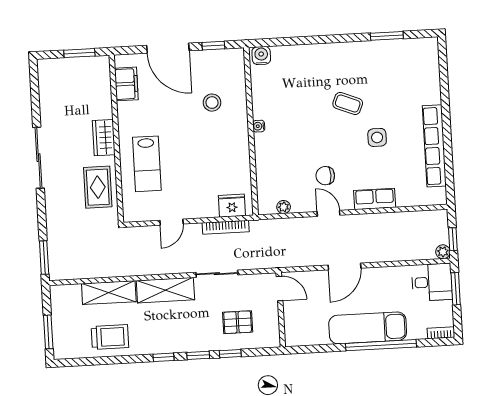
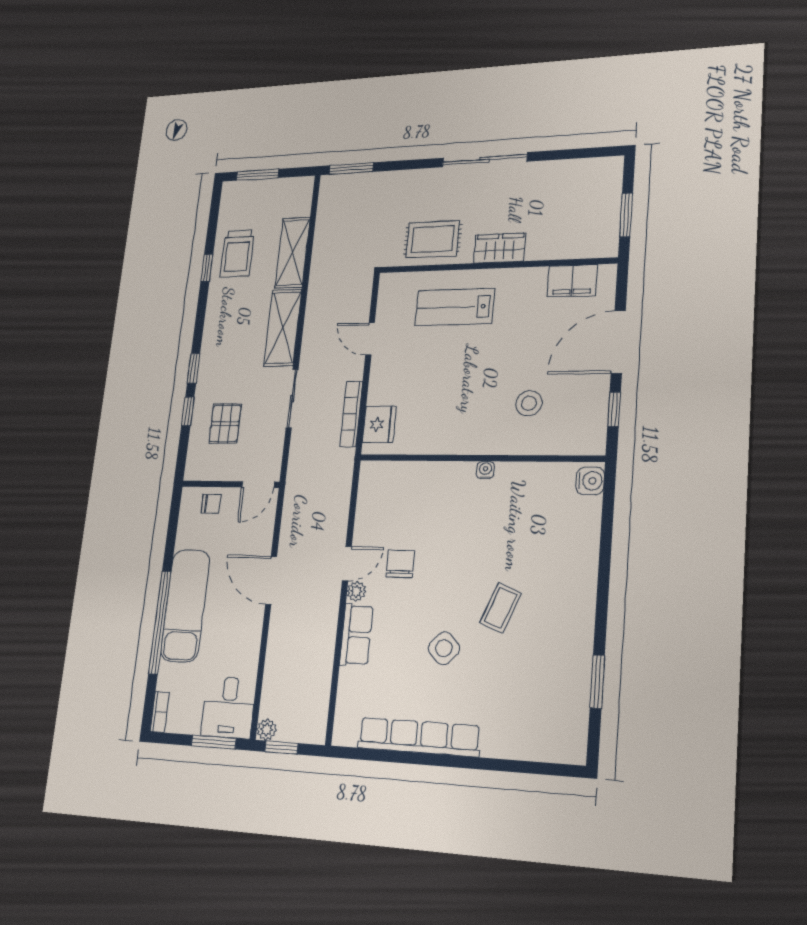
side table: (377, 137) -> (444, 648), turned 45
plant: (284, 207) -> (356, 591), moved
chair: (296, 322) -> (211, 504), added
window: (164, 357) -> (207, 268), moved

